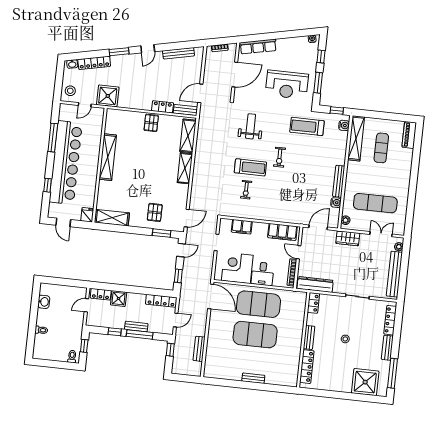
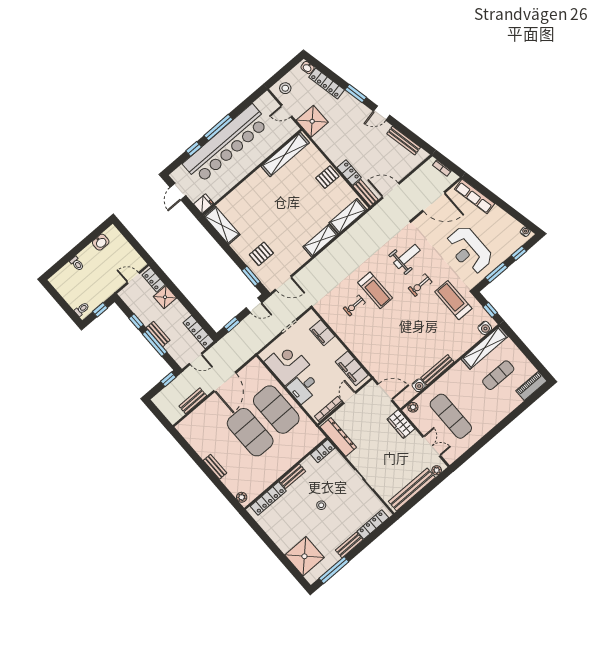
window: (53, 138) -> (218, 127), moved
shelving: (108, 157) -> (285, 155), moved
exercise bike: (280, 157) -> (420, 285), moved
door: (211, 296) -> (225, 382), moved
plant: (289, 382) -> (242, 497), added

